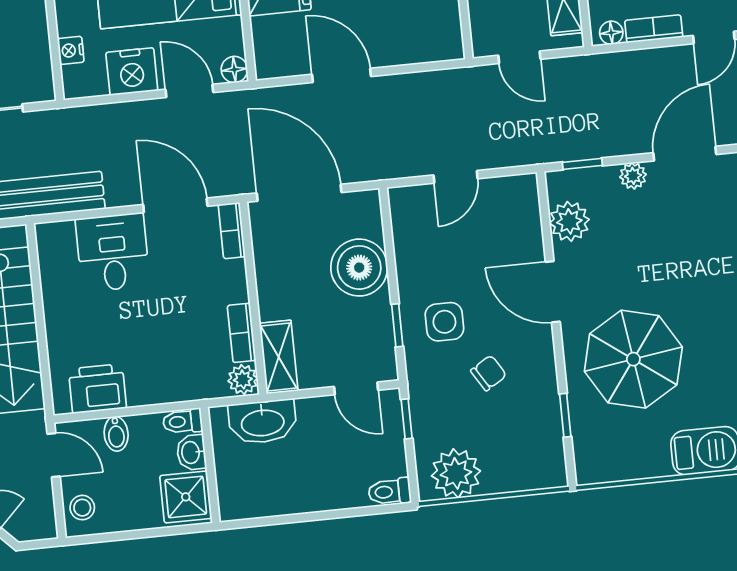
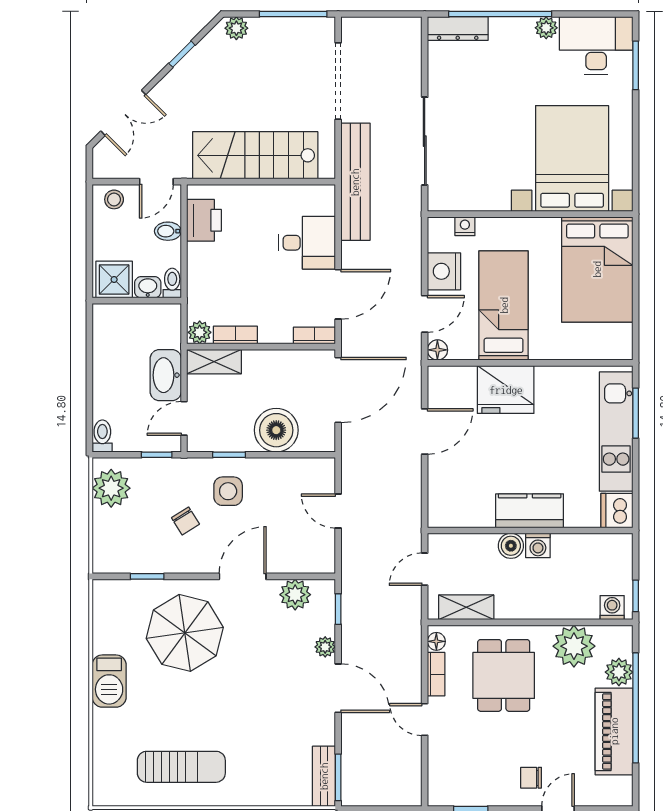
washbasin: (263, 422) -> (166, 375), moved

